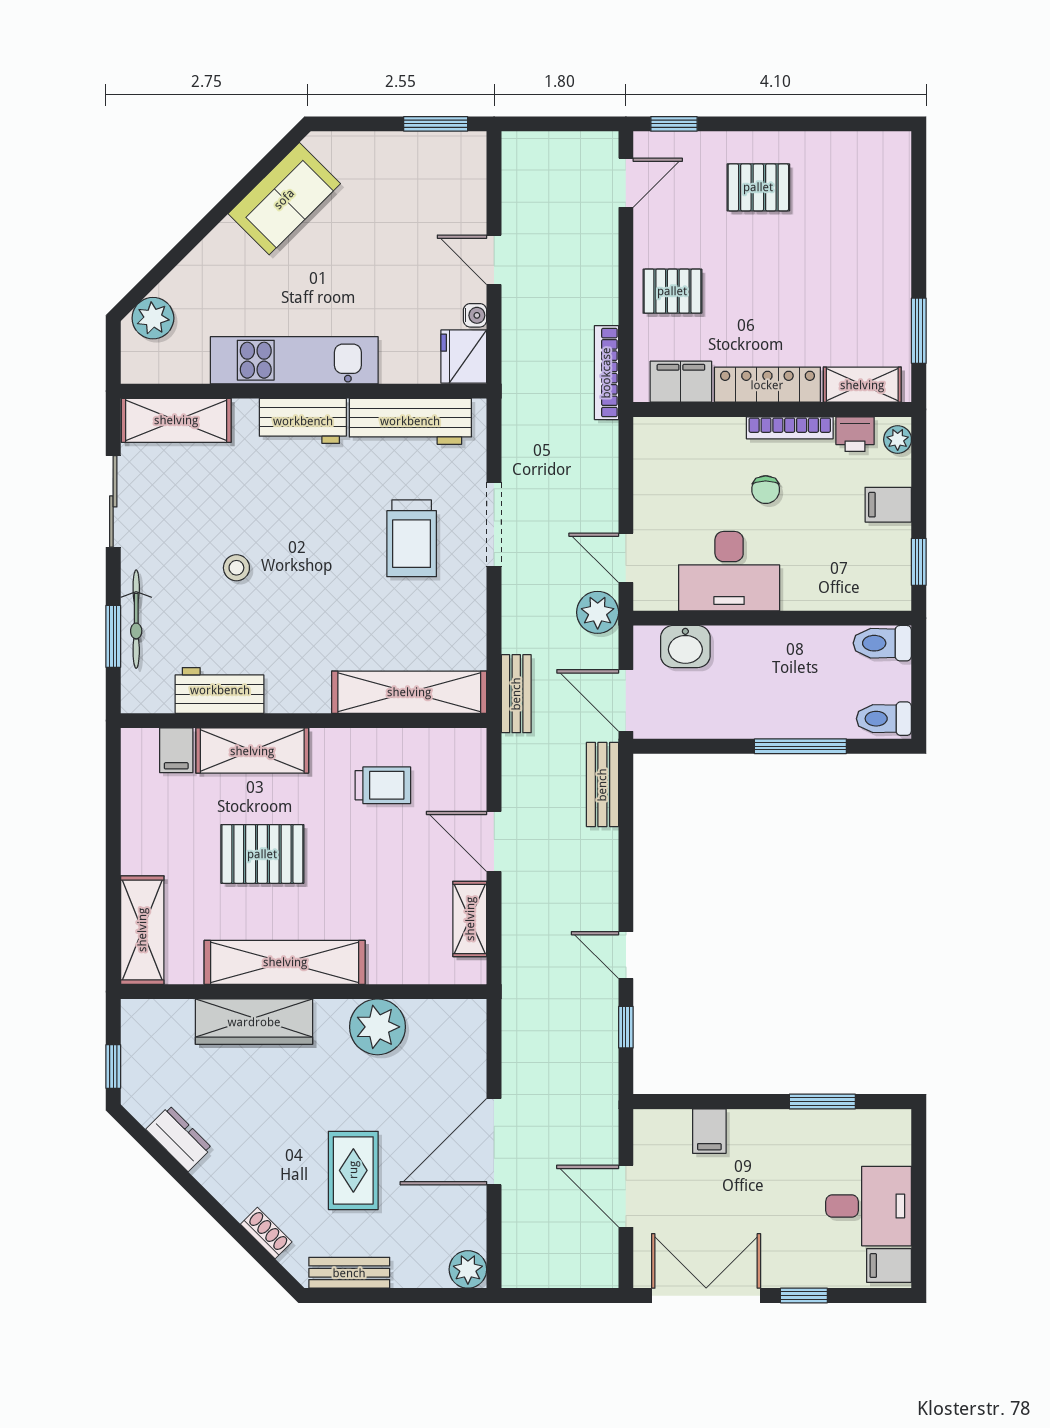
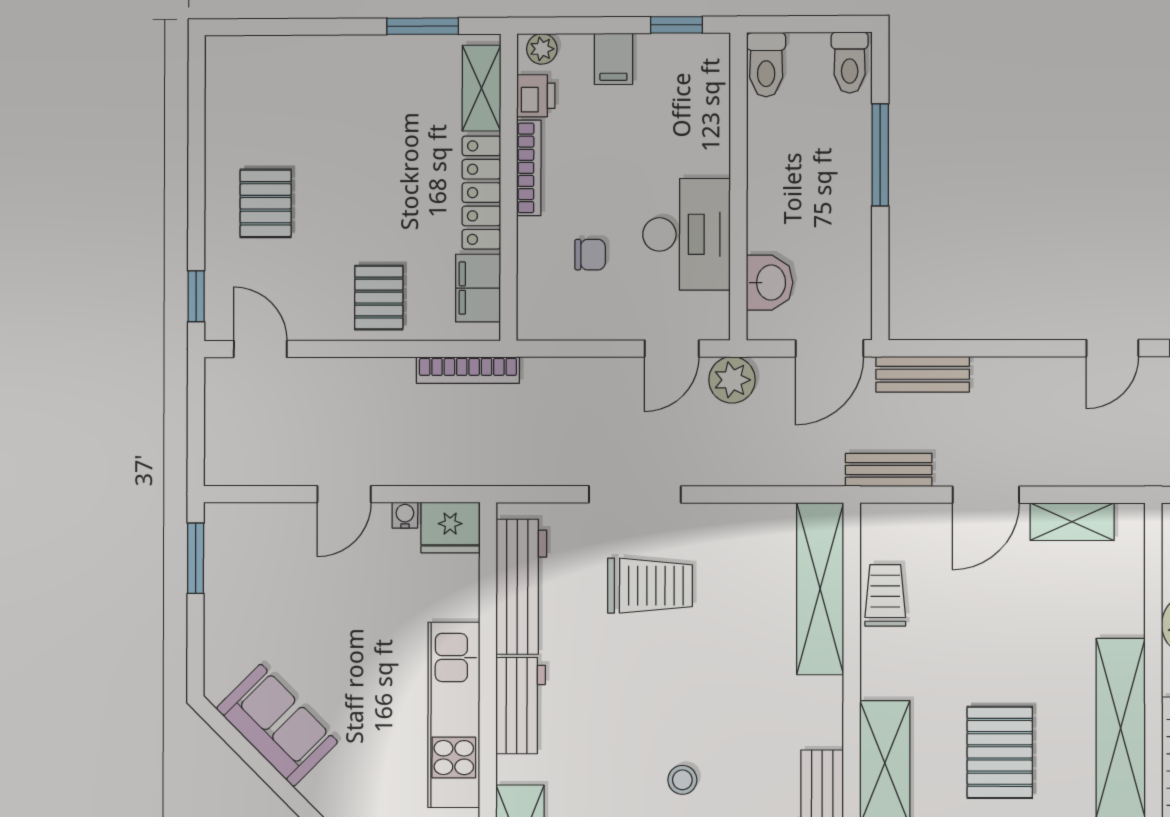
chair: (766, 490) -> (590, 255), moved
bench: (516, 694) -> (889, 470), moved
trolley: (383, 785) -> (885, 595), moved

